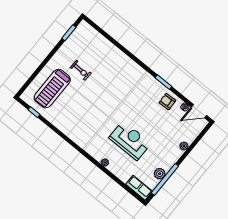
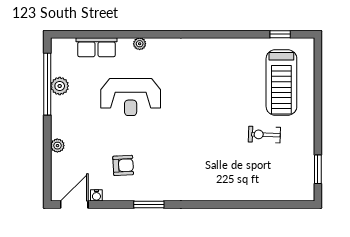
treadmill: (52, 89) -> (281, 83), turned 180
armchair: (167, 102) -> (123, 165), moved
row of seats: (139, 188) -> (97, 47), moved

